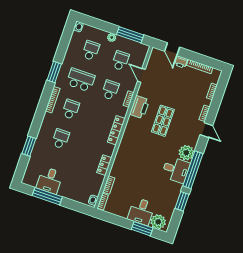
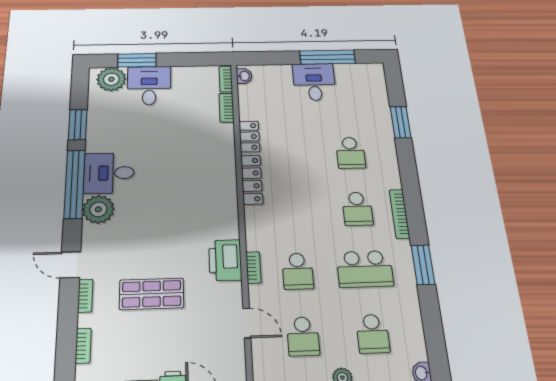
shop shelf: (163, 121) -> (152, 294), moved, turned 90
locker: (116, 130) -> (252, 180), moved
desk: (50, 180) -> (314, 82), moved

